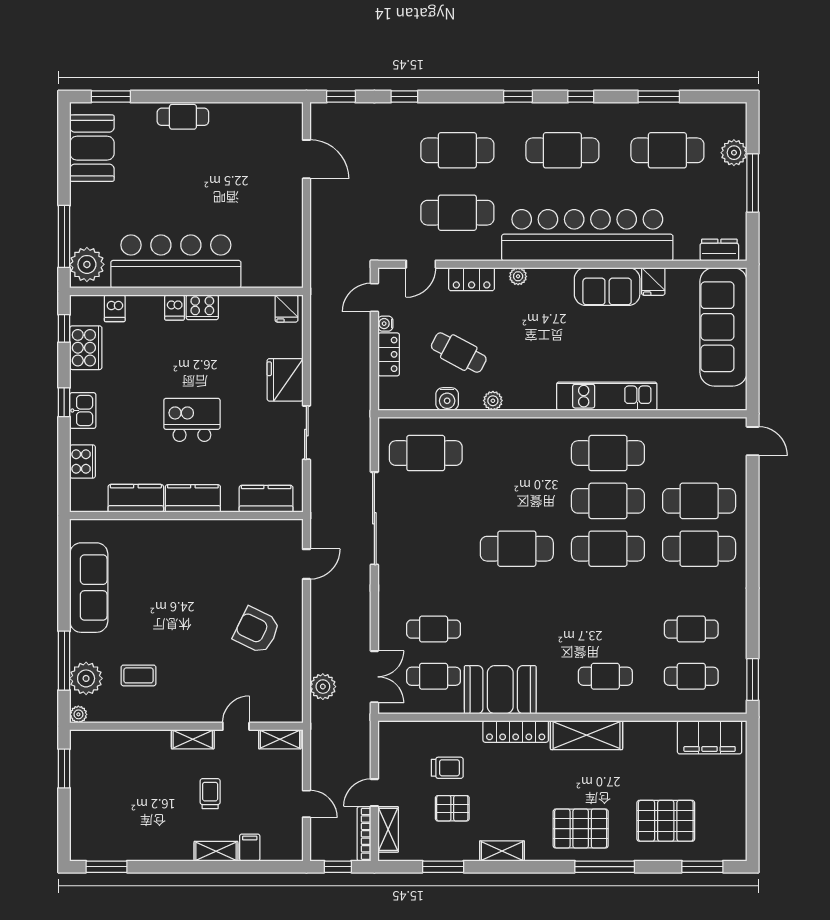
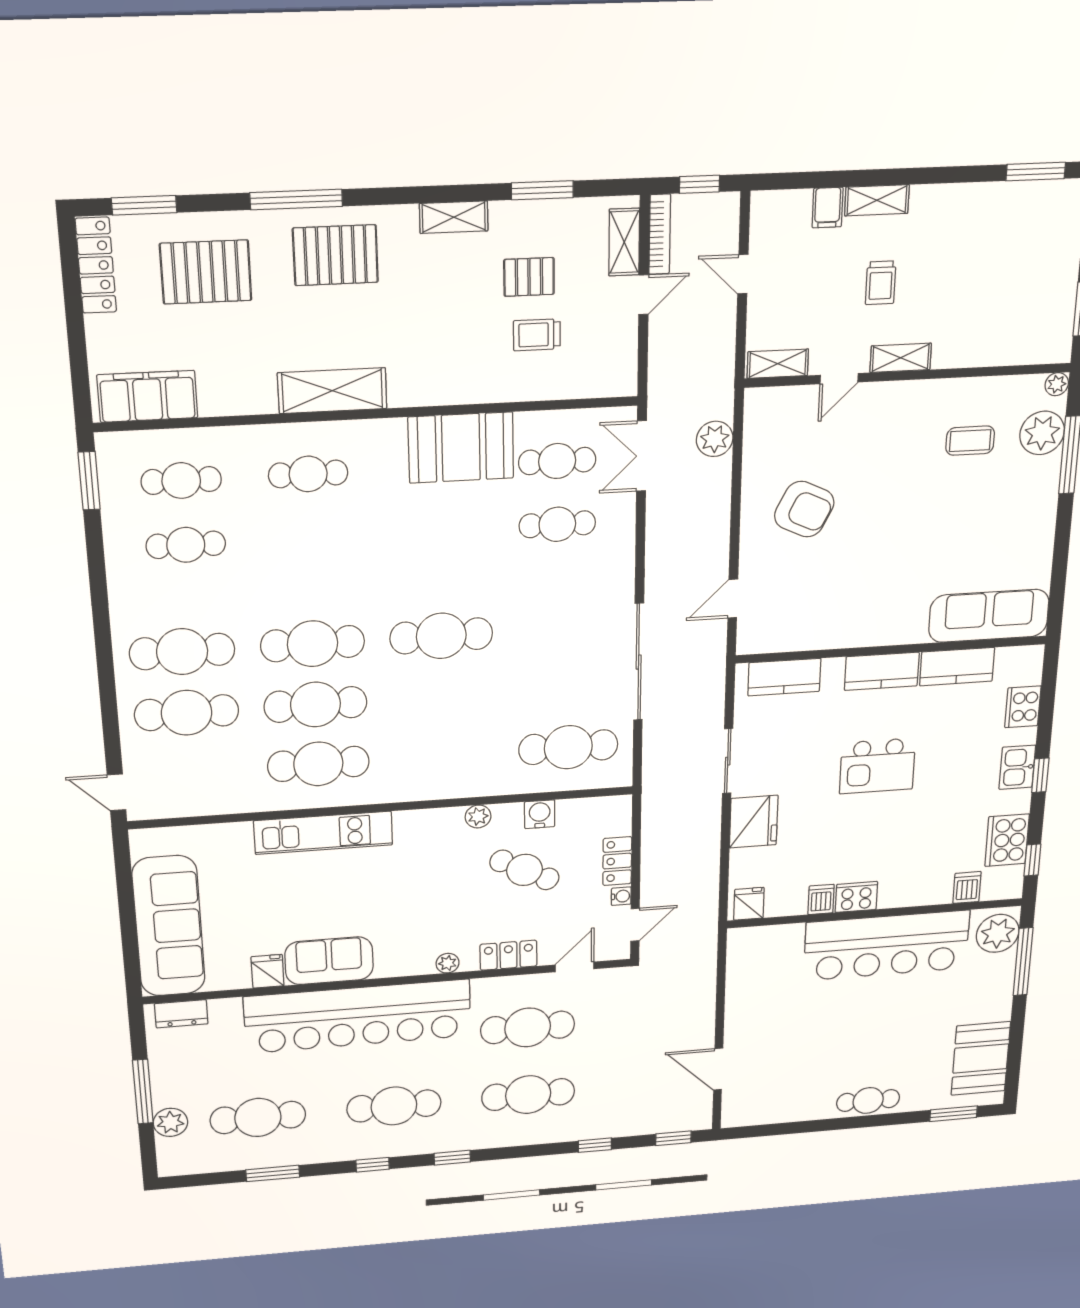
dishwasher: (175, 307) -> (821, 899), moved
sofa: (89, 588) -> (989, 616), moved, turned 90
locker: (516, 731) -> (96, 265), moved, turned 90

